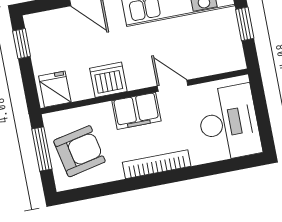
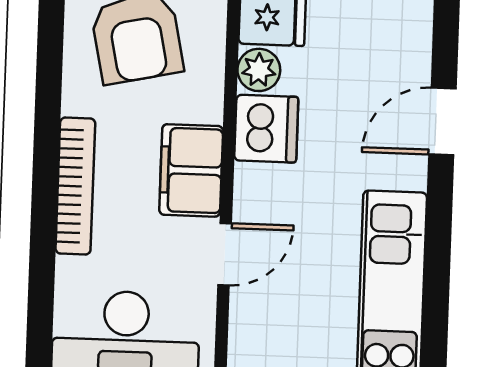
plant: (81, 90) -> (259, 70), added

